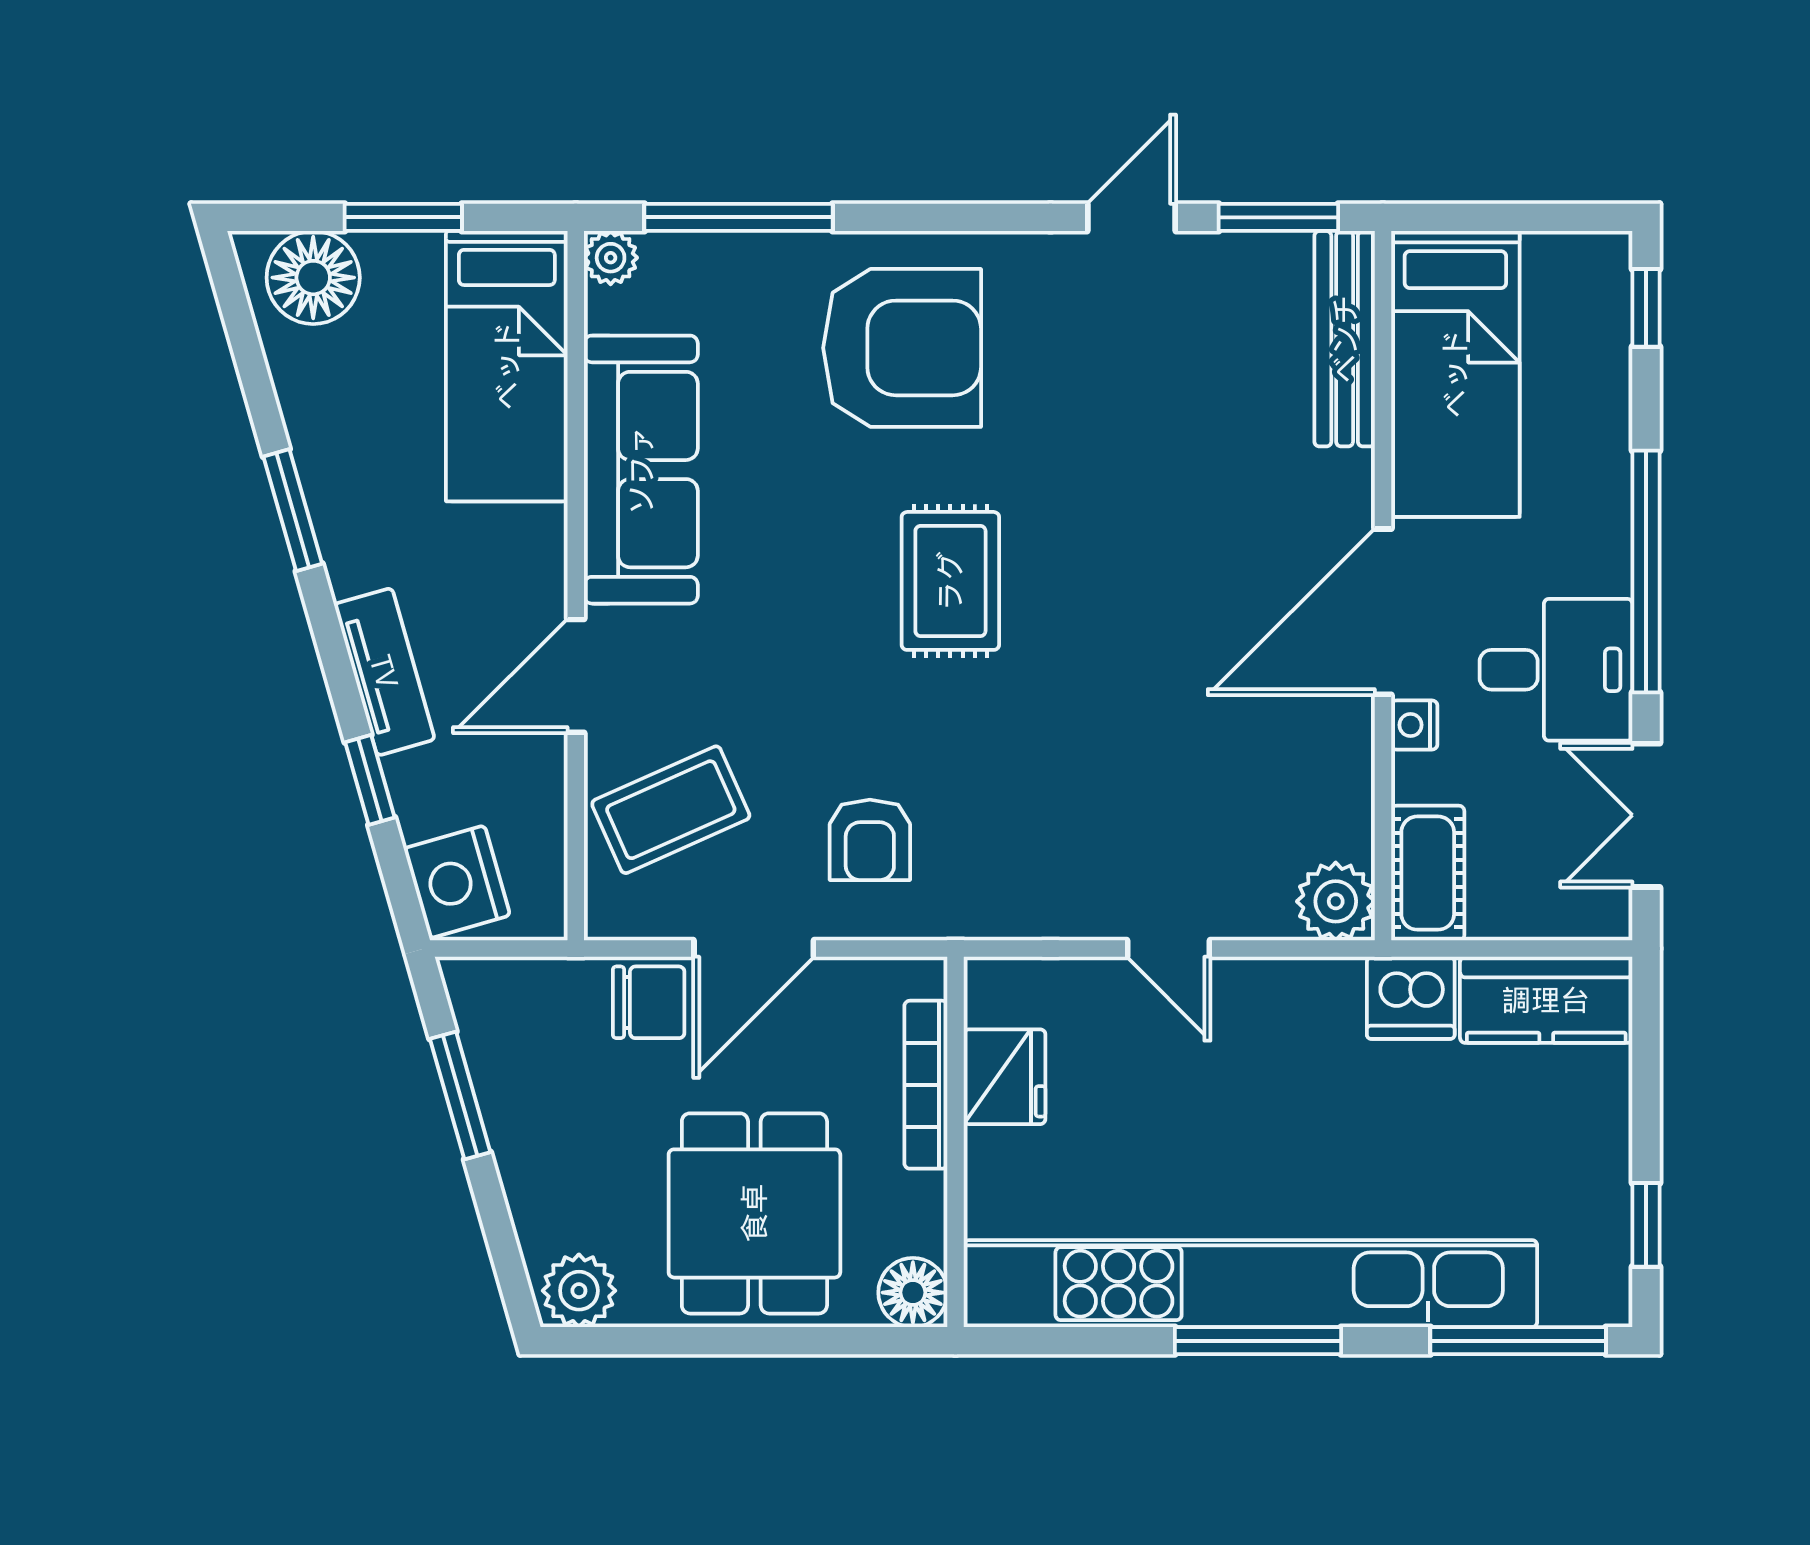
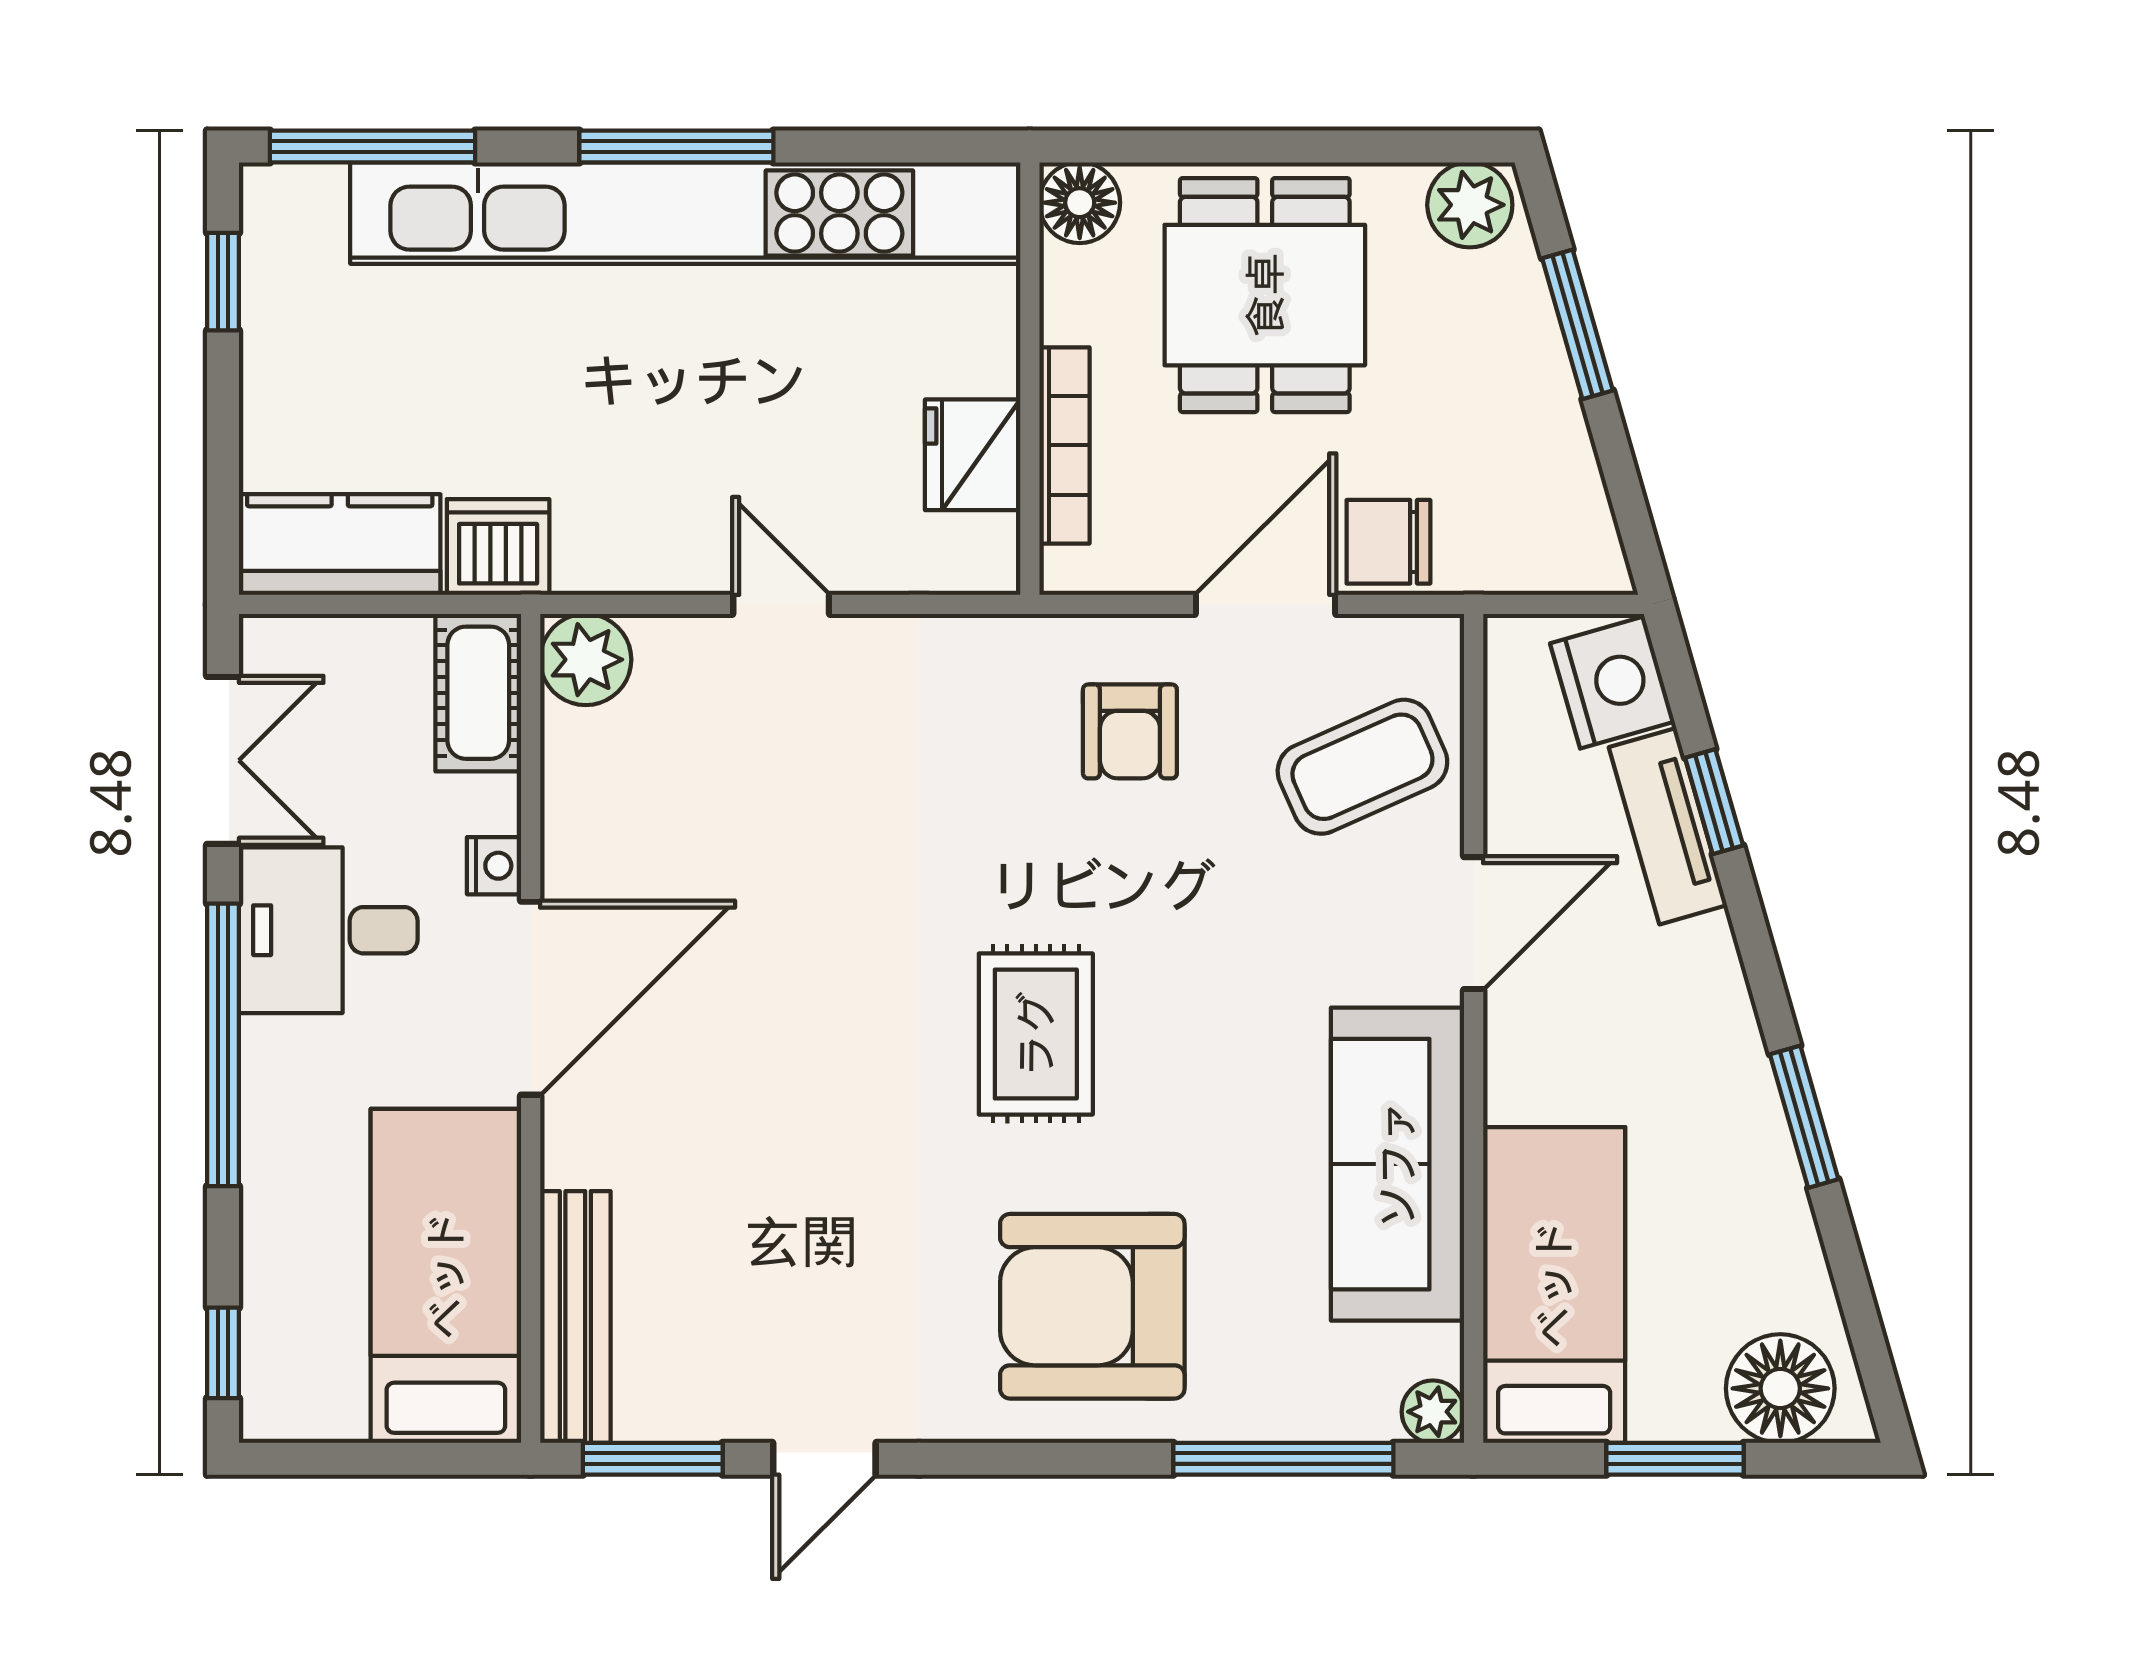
tv unit: (384, 672) -> (1668, 826), moved
armchair: (870, 840) -> (1130, 731), turned 180
window: (460, 1095) -> (1578, 324), moved

